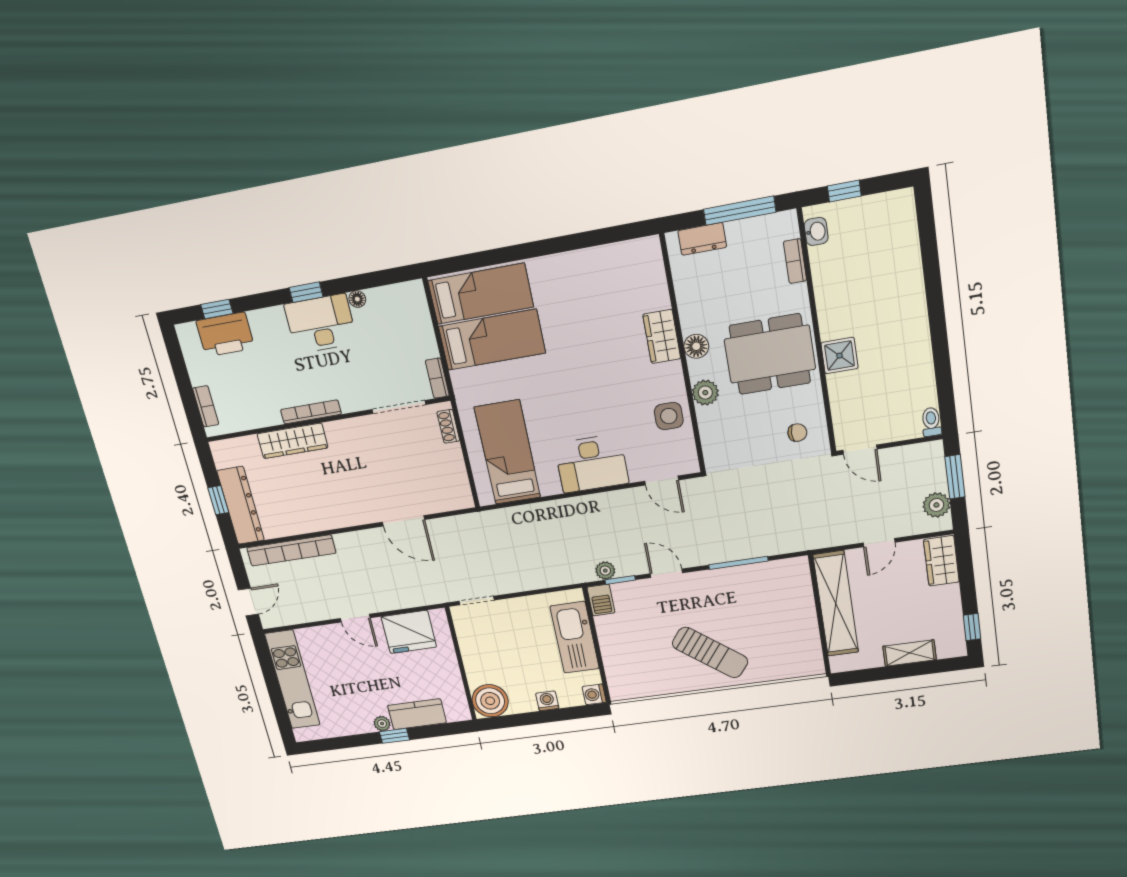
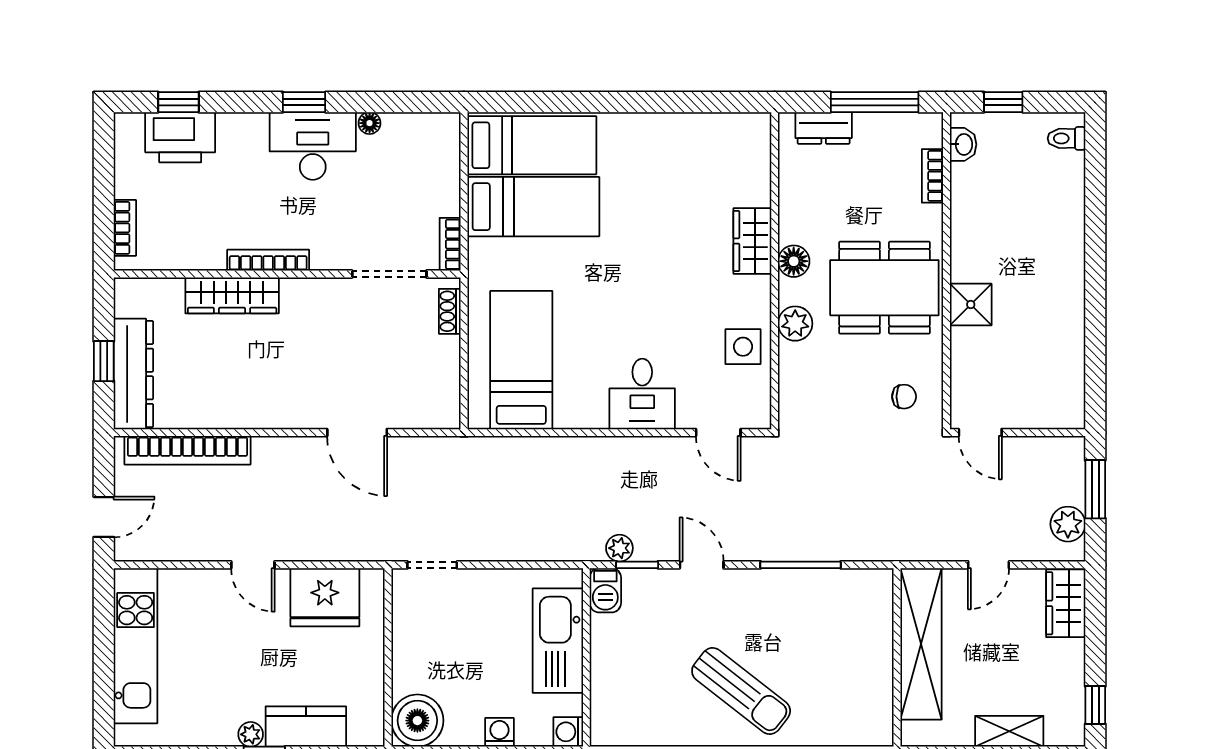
toilet: (931, 422) -> (1067, 138), moved, turned -90
desk: (591, 464) -> (642, 394), width x0.73

